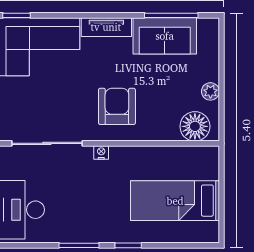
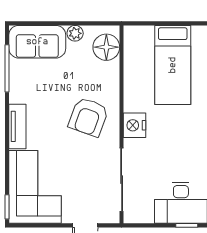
sofa: (165, 36) -> (37, 42), moved, turned 90
armchair: (117, 106) -> (88, 117), turned -70
nightstand: (101, 152) -> (135, 125), width x1.89, depth x1.79

